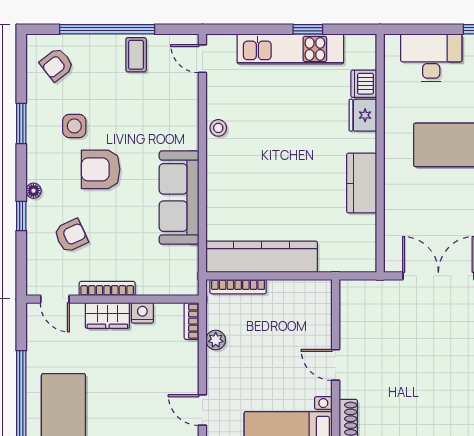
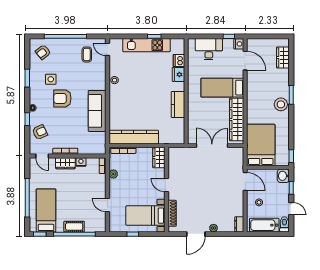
coffee table: (136, 55) -> (87, 54), moved
armchair: (71, 236) -> (40, 132), moved
wardrobe: (318, 303) -> (159, 158), added

